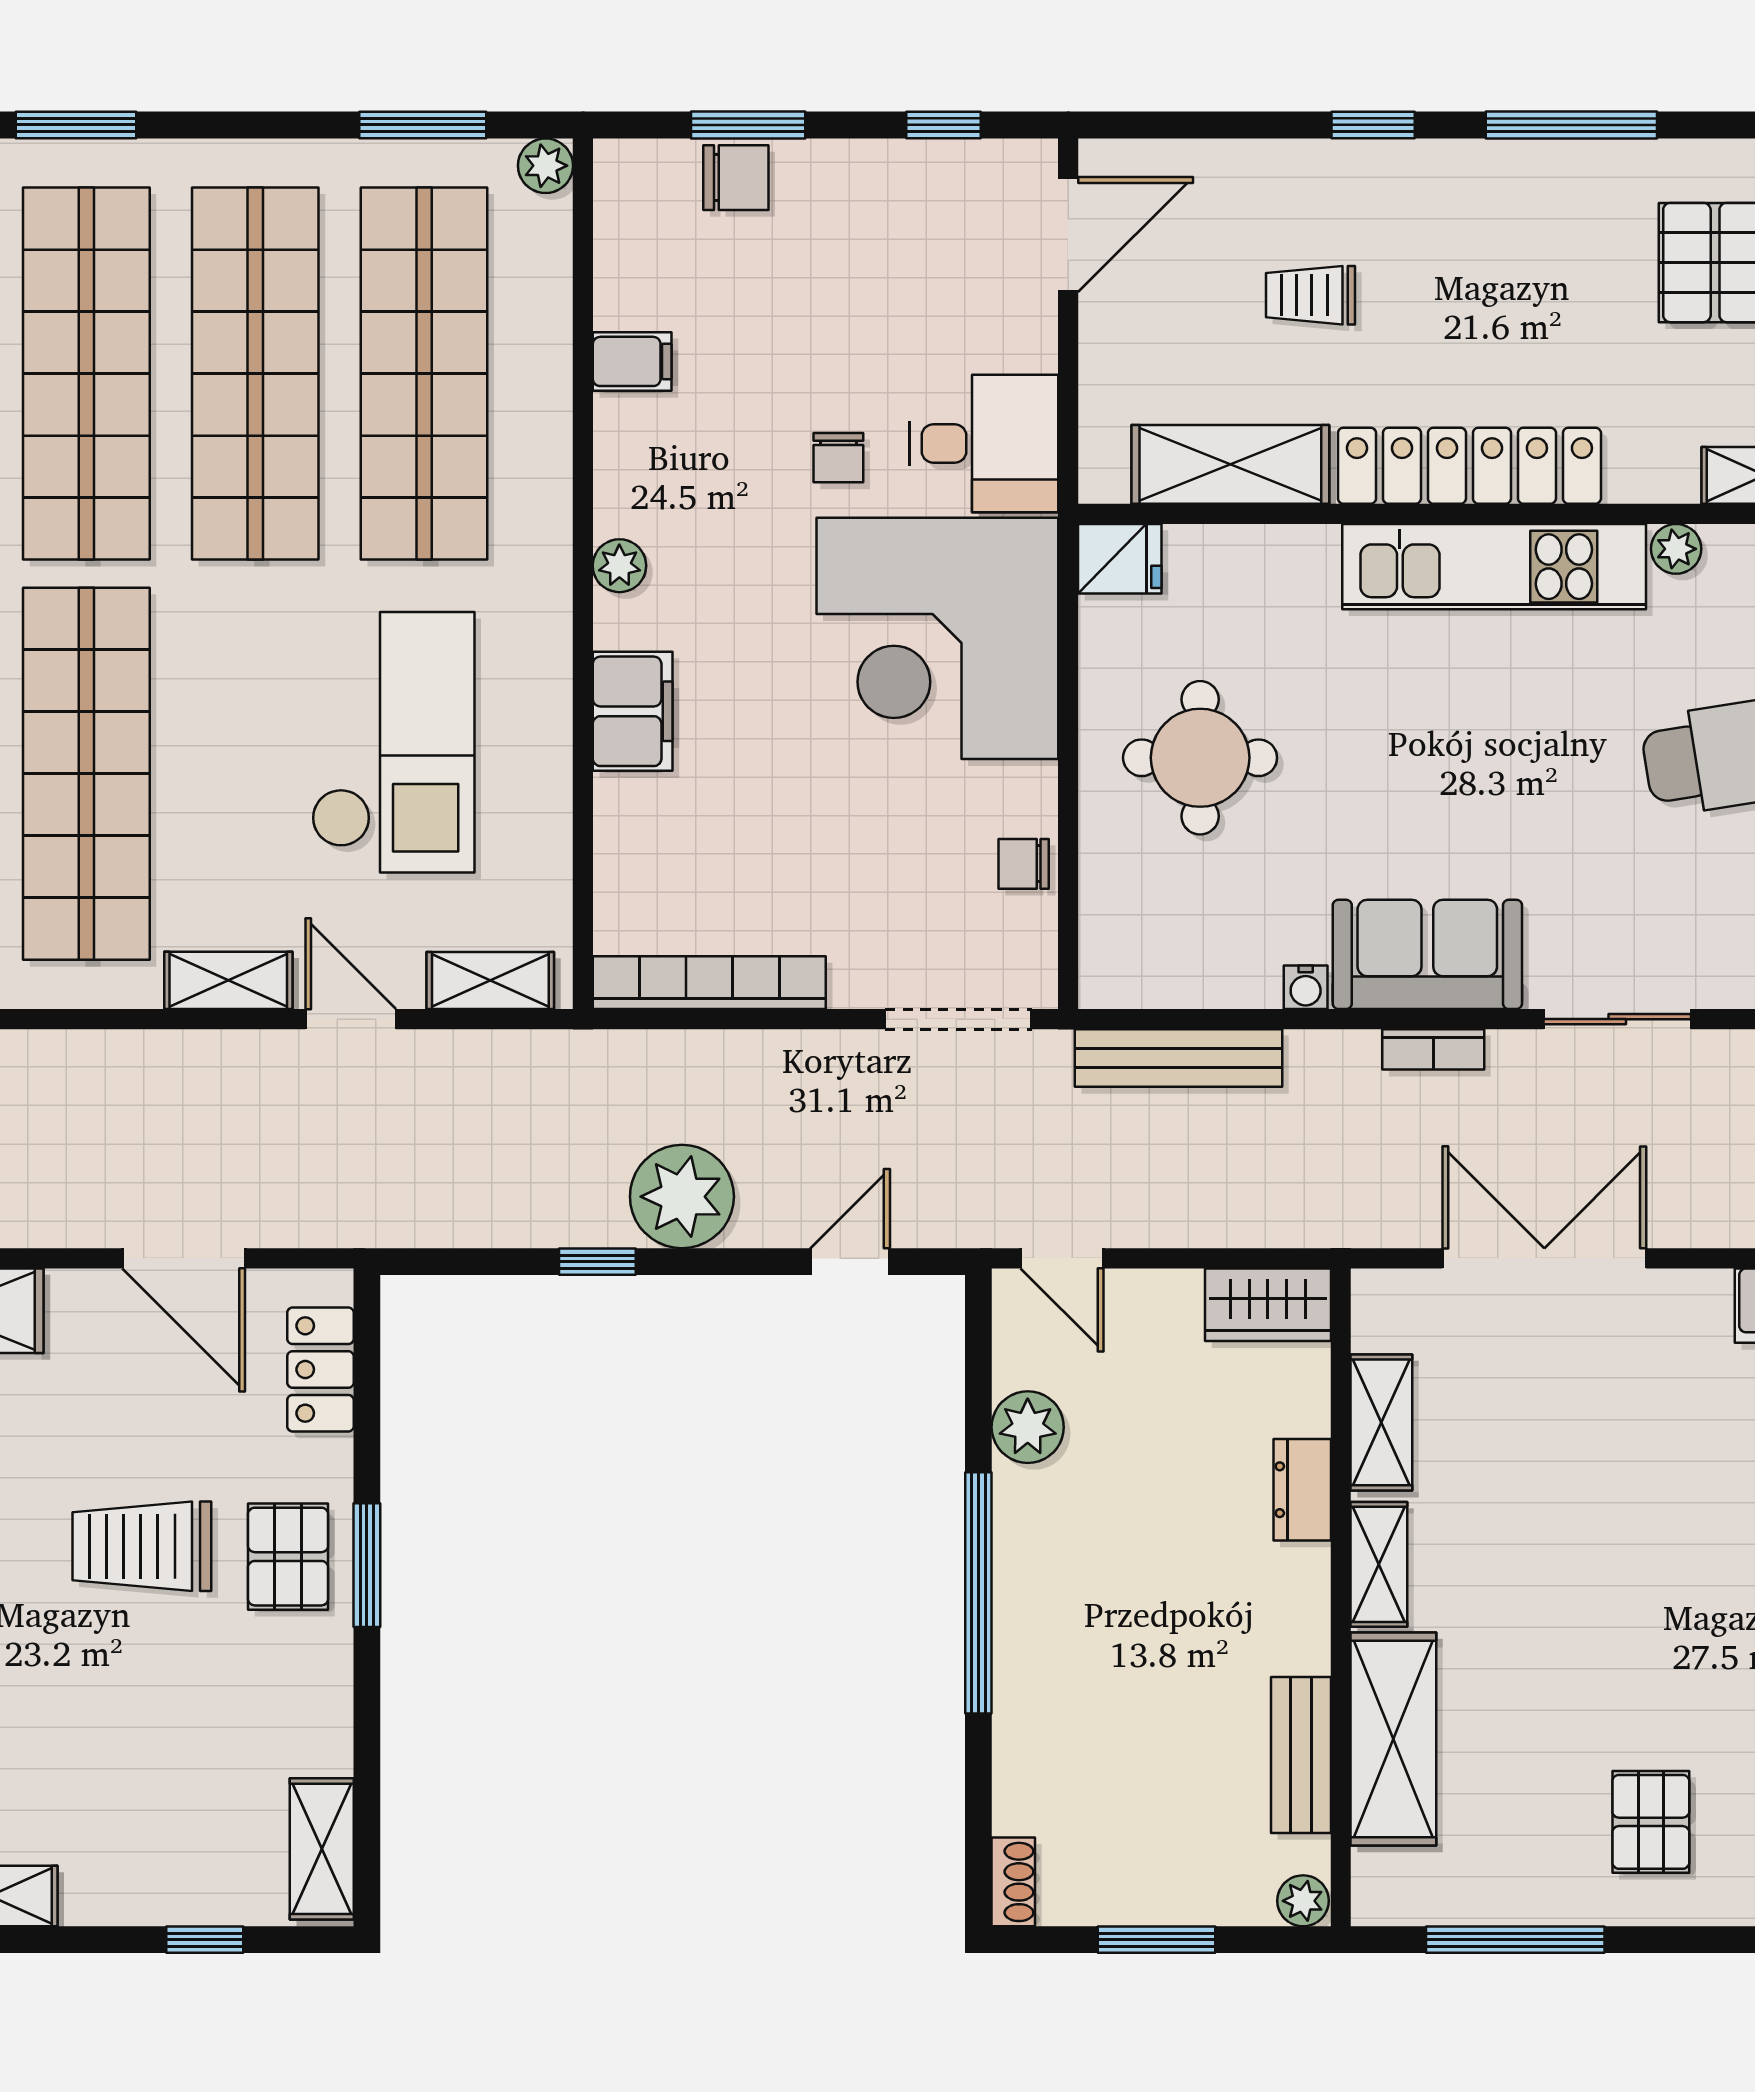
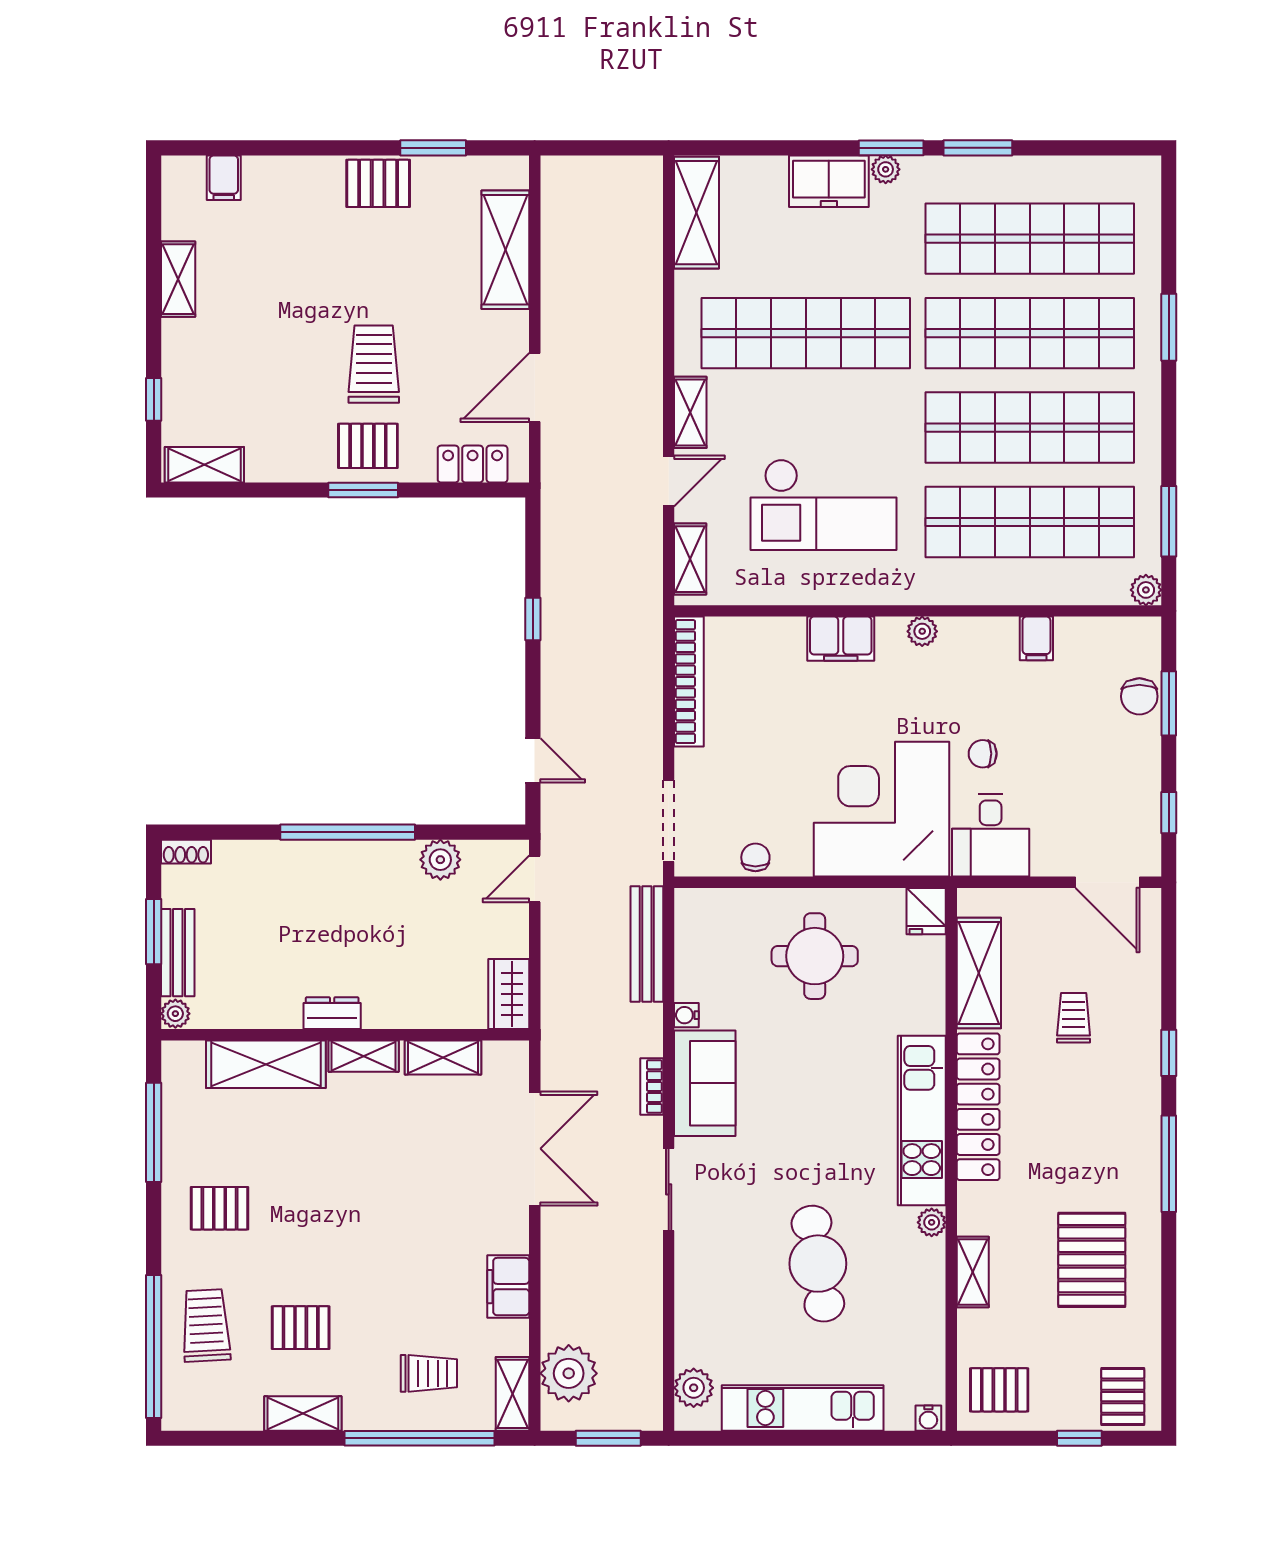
plant: (682, 1197) -> (569, 666), removed
dresser: (1302, 1490) -> (332, 1013), moved
bench: (1301, 1755) -> (178, 953), moved, turned 90

